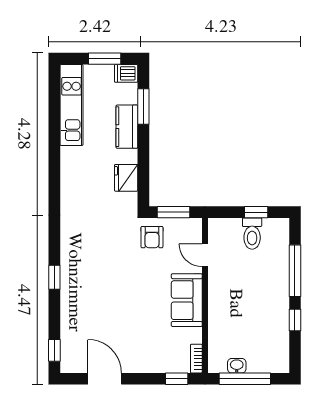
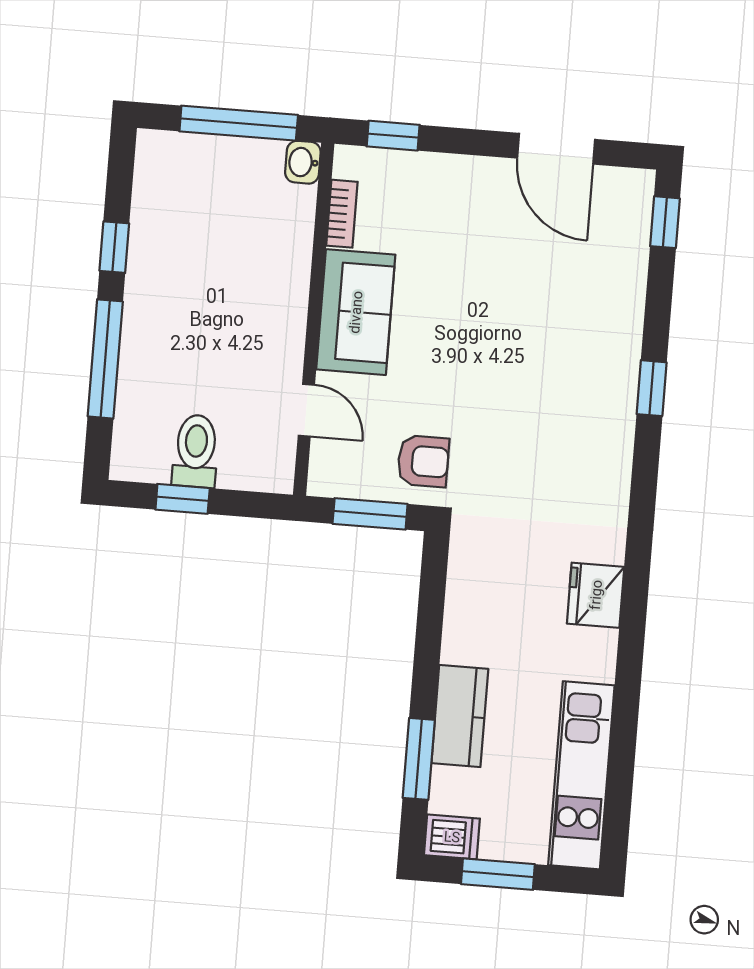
fridge: (126, 178) -> (596, 595), moved, turned 180
armchair: (152, 237) -> (423, 461), turned 90
bookcase: (196, 359) -> (342, 214), moved
washbasin: (237, 366) -> (303, 162), moved, turned 90

